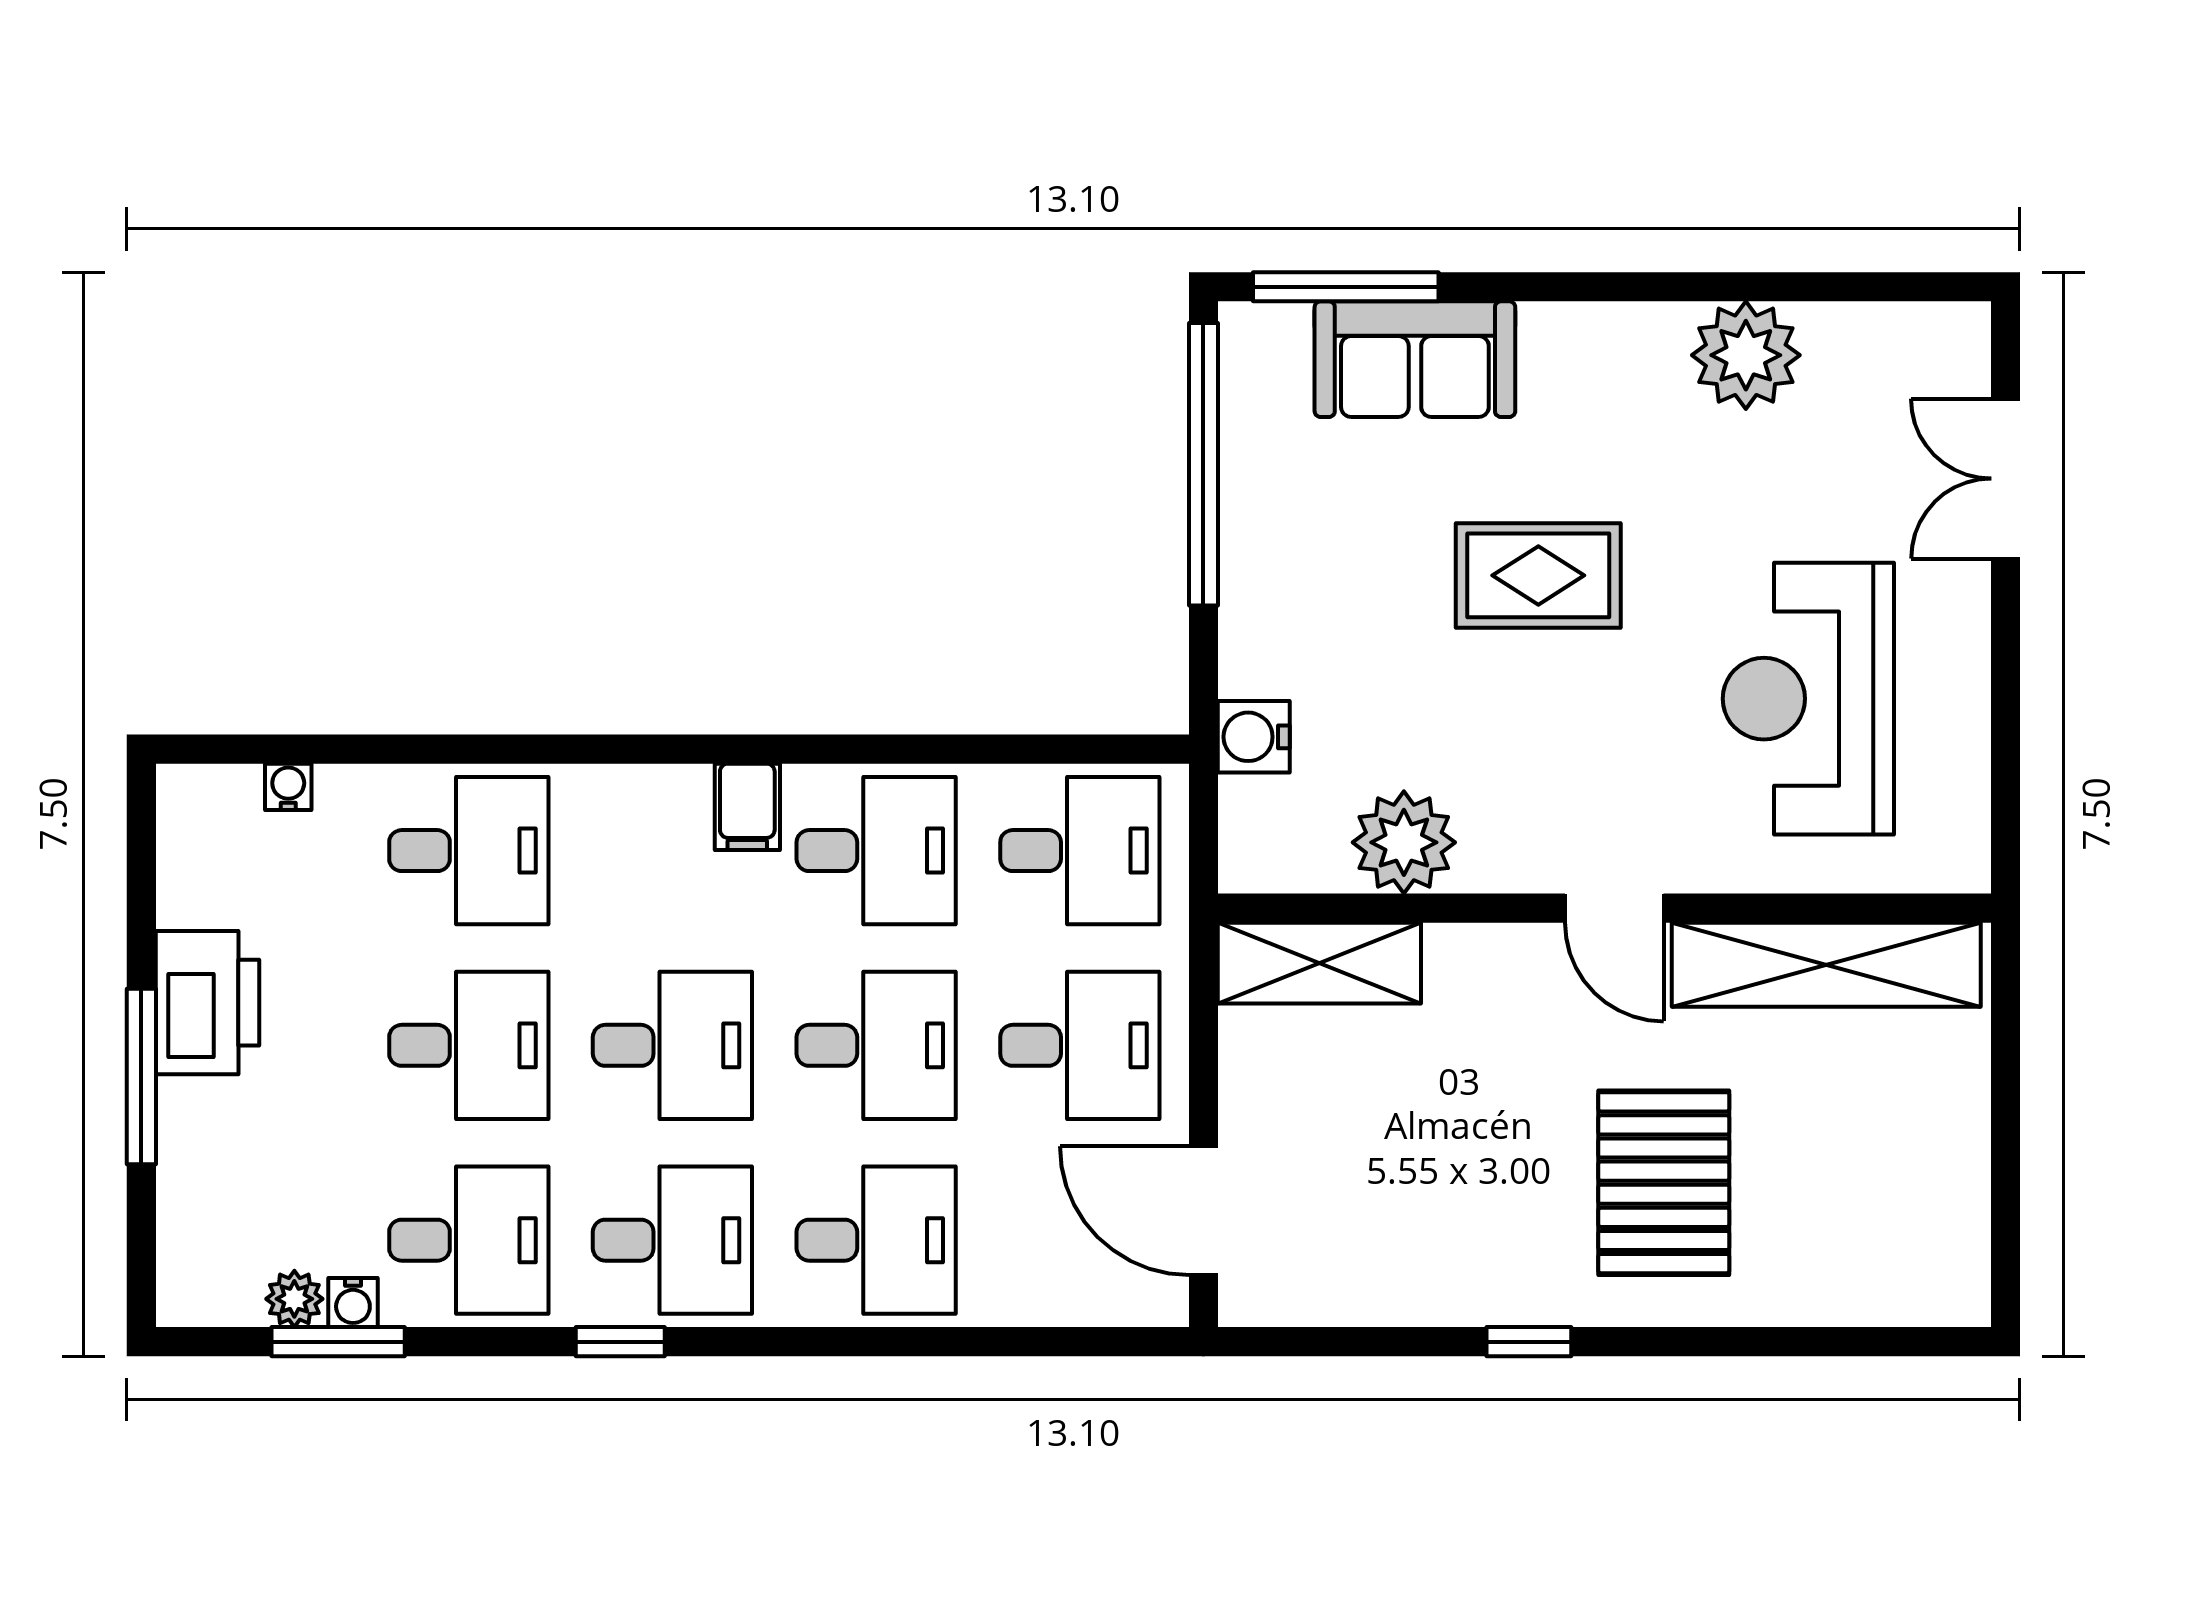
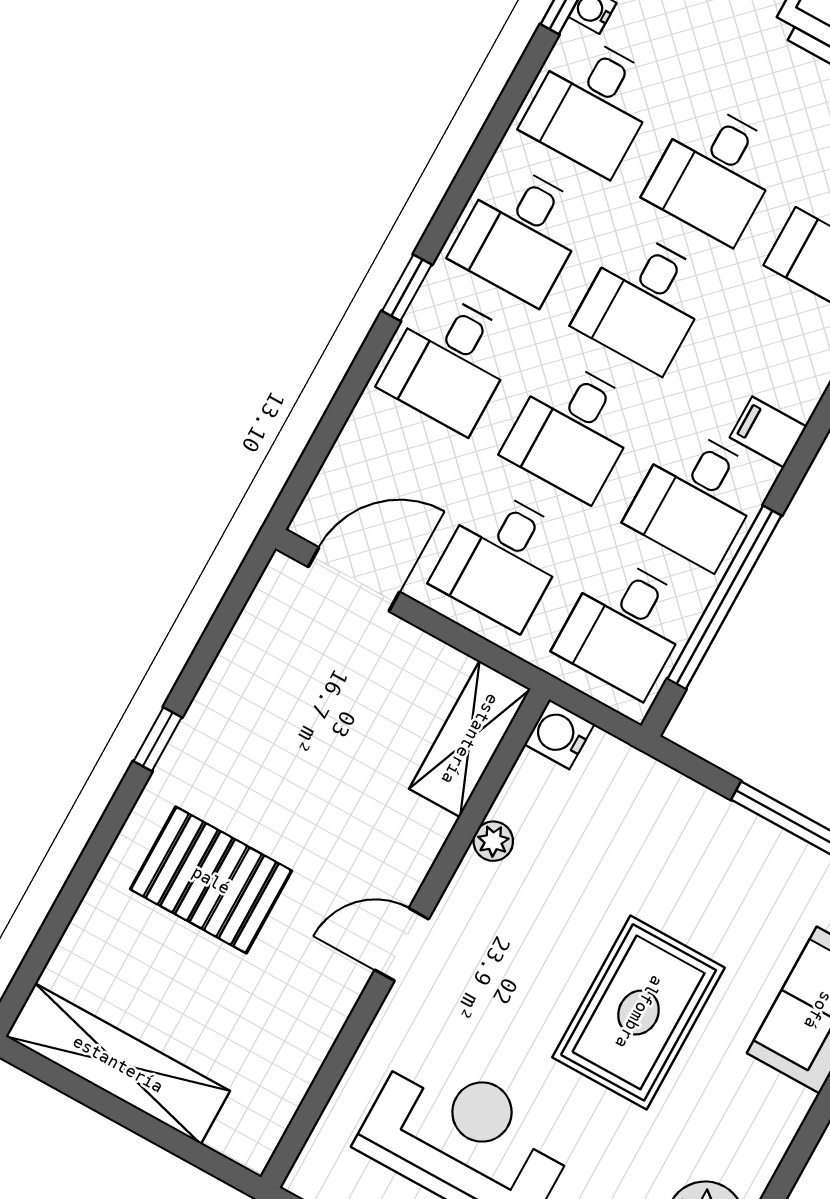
rug: (1538, 575) -> (639, 1012), width x1.36, depth x1.43
water cooler: (1254, 737) -> (559, 734), moved, turned -90
window: (977, 749) -> (725, 597), added
plant: (1404, 842) -> (493, 841), width x0.53, depth x0.53
shelving: (1826, 965) -> (118, 1064), moved, turned 90
window: (620, 1342) -> (407, 288), moved

